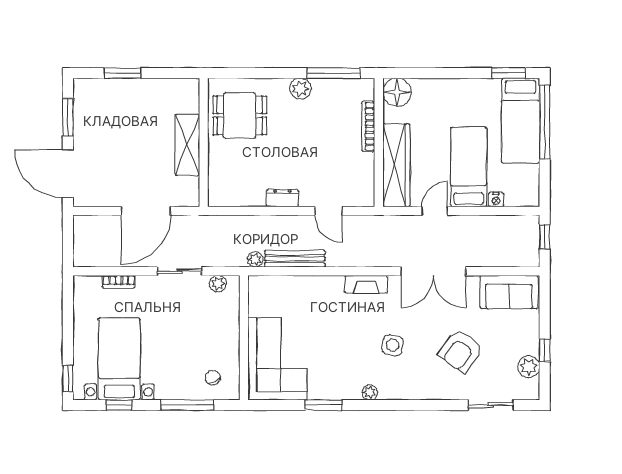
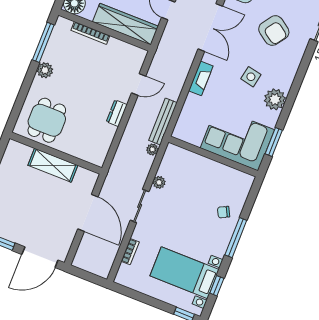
wall: (244, 338) -> (213, 156), moved
corner sofa: (277, 359) -> (237, 139), moved
plant: (370, 392) -> (275, 99), width x1.87, depth x1.87

